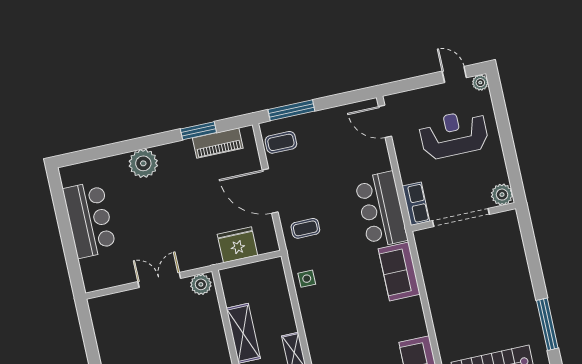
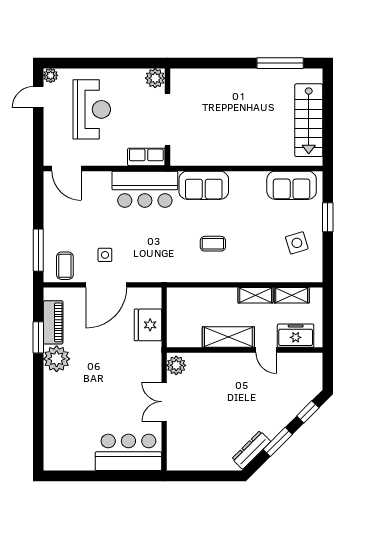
door: (385, 121) -> (67, 168), hinge flipped
reception desk: (454, 134) -> (92, 109), turned 180
plant: (143, 163) -> (57, 359), moved
bar counter: (89, 220) -> (128, 452), moved
coffee table: (305, 228) -> (213, 244), moved, turned 90
side table: (307, 279) -> (105, 255), moved

